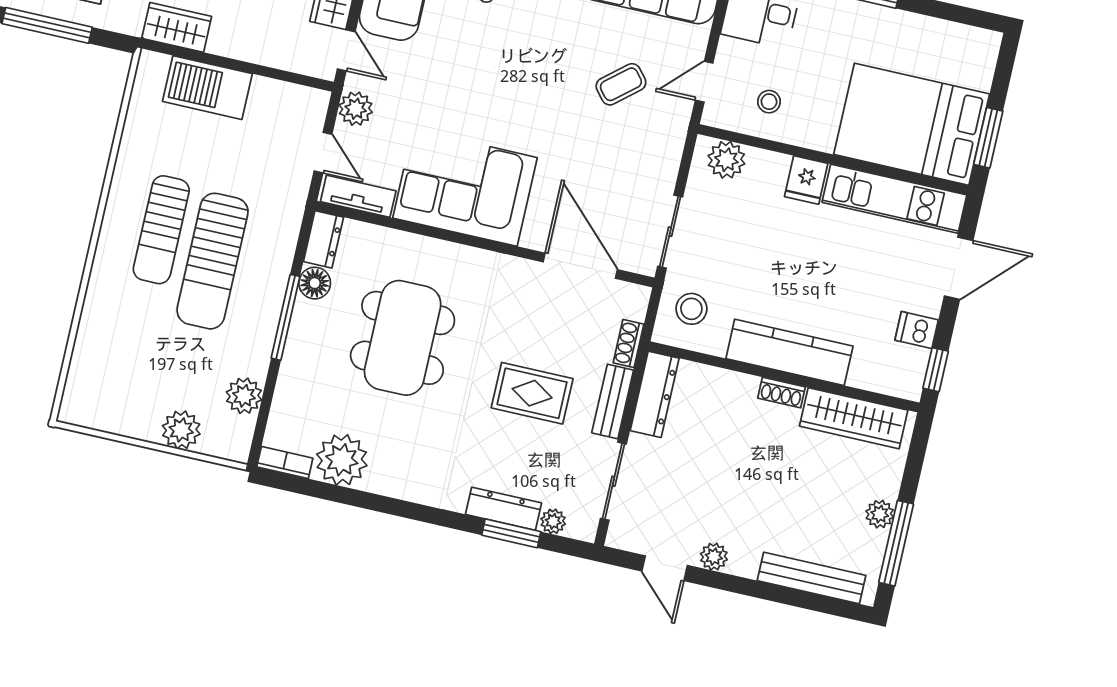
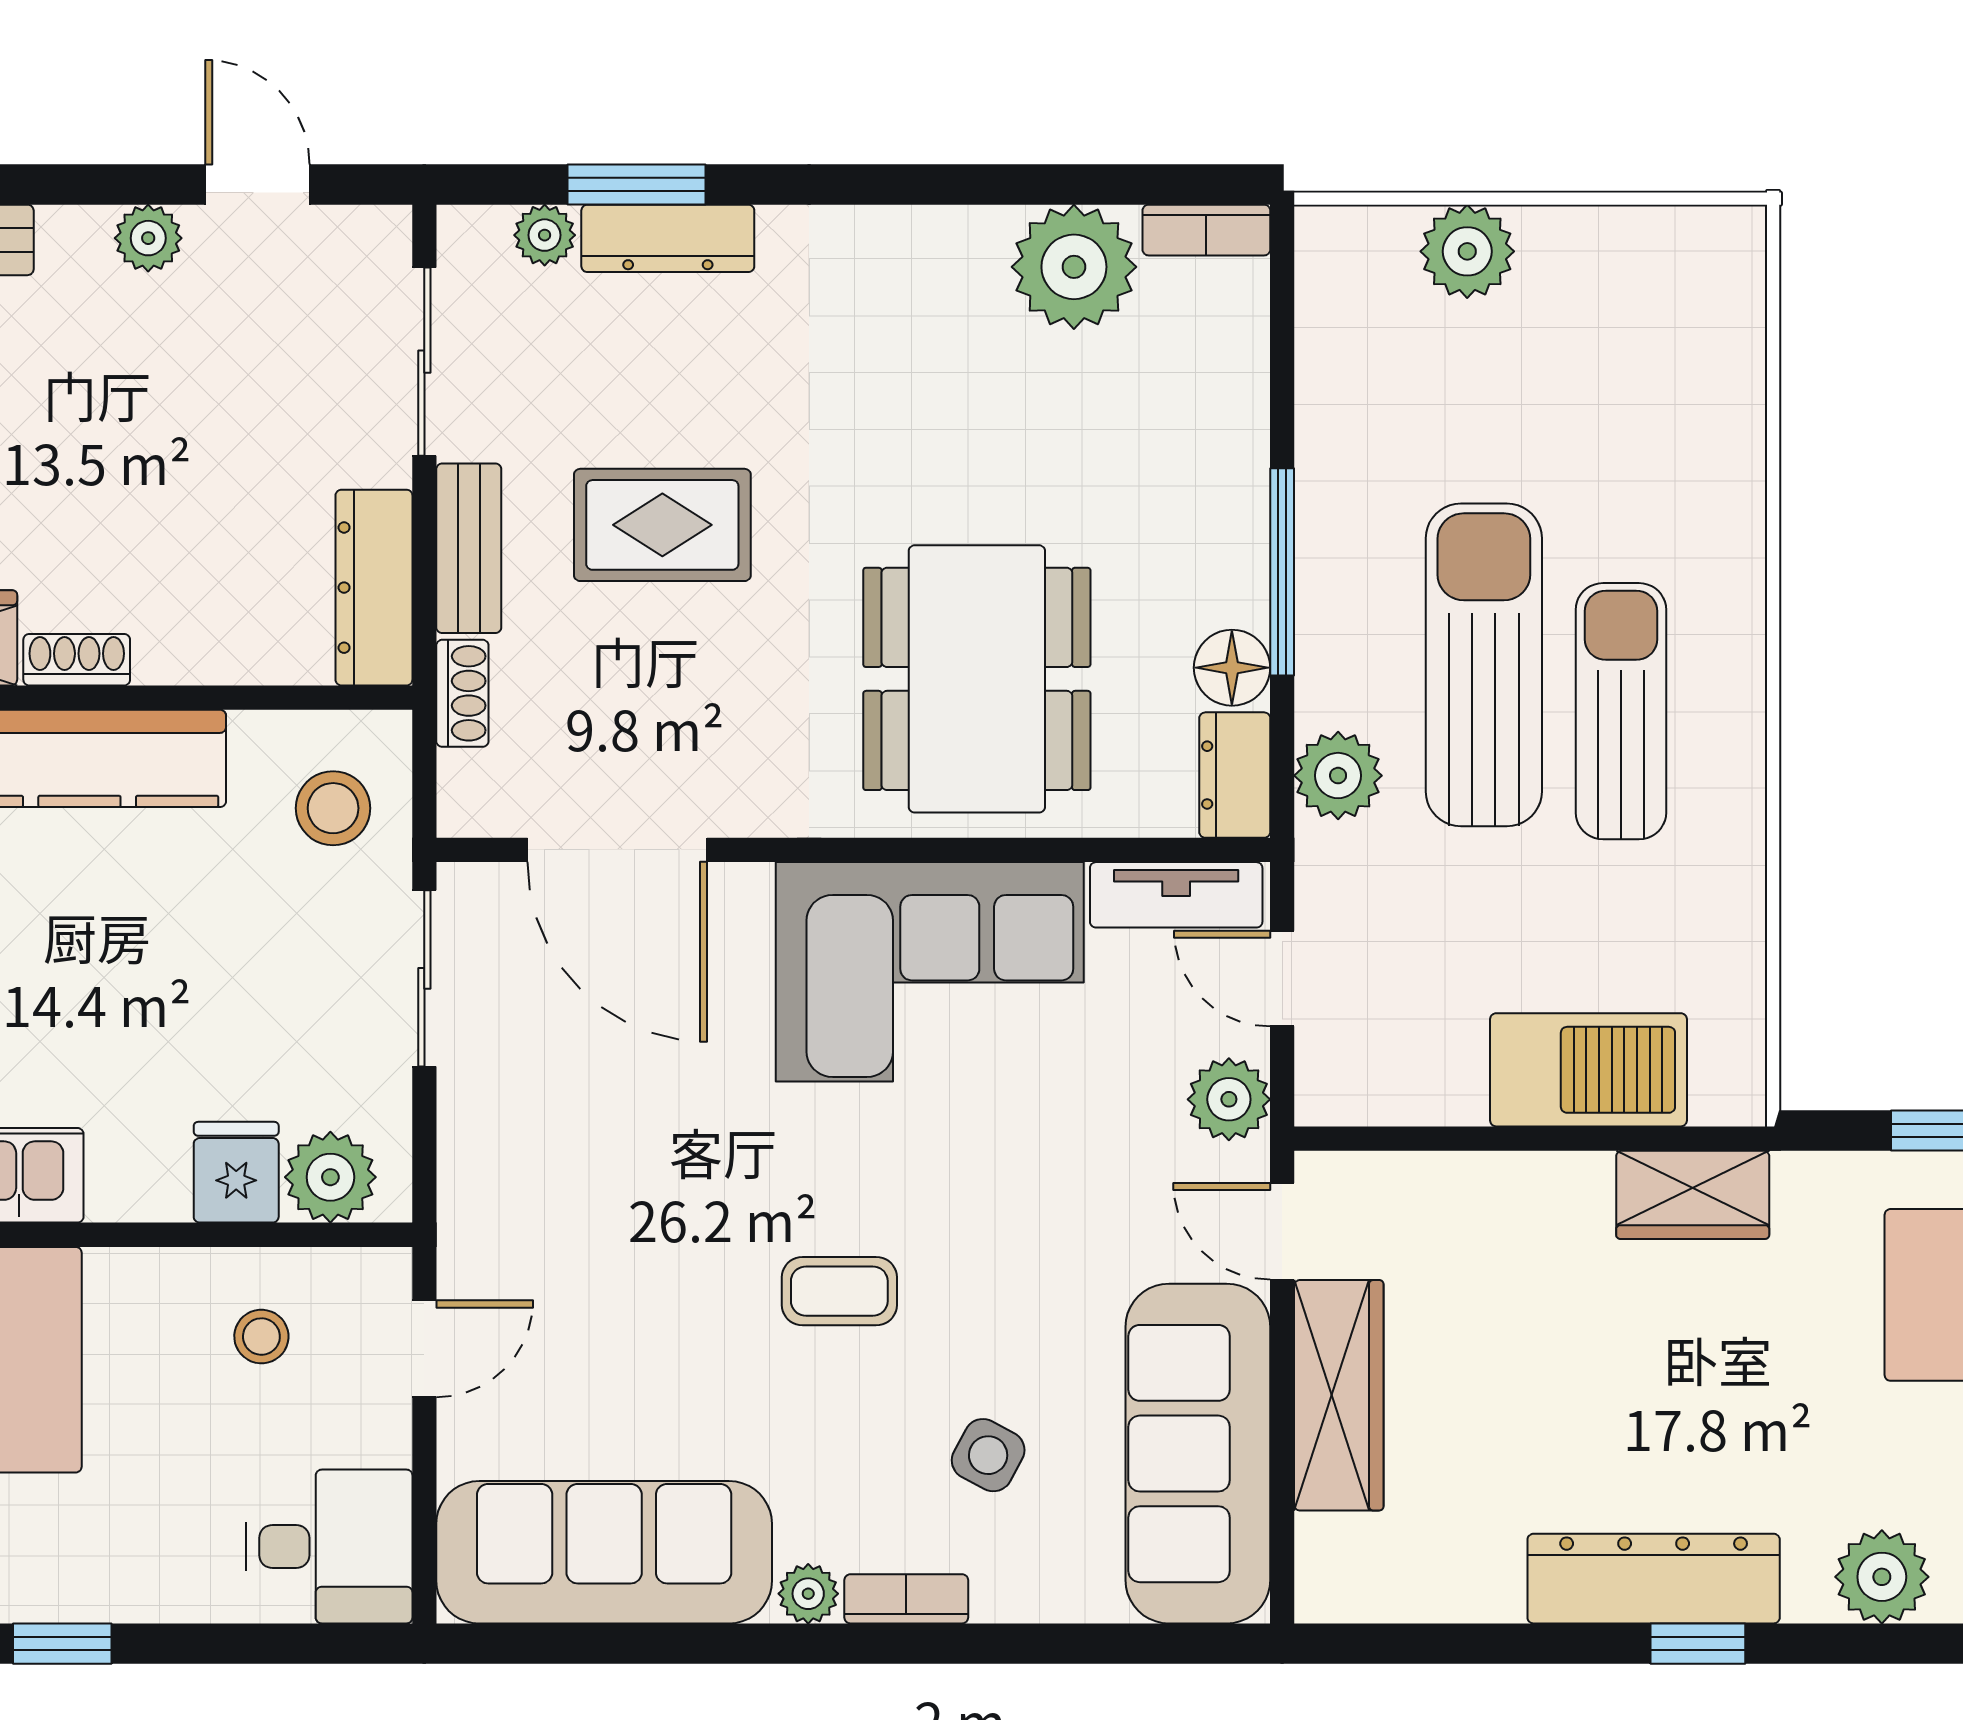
coffee table: (621, 84) -> (839, 1291), moved, turned 40
fridge: (806, 180) -> (236, 1172), moved
dining table: (403, 338) -> (977, 679), moved
plant: (244, 396) -> (1338, 776), moved

